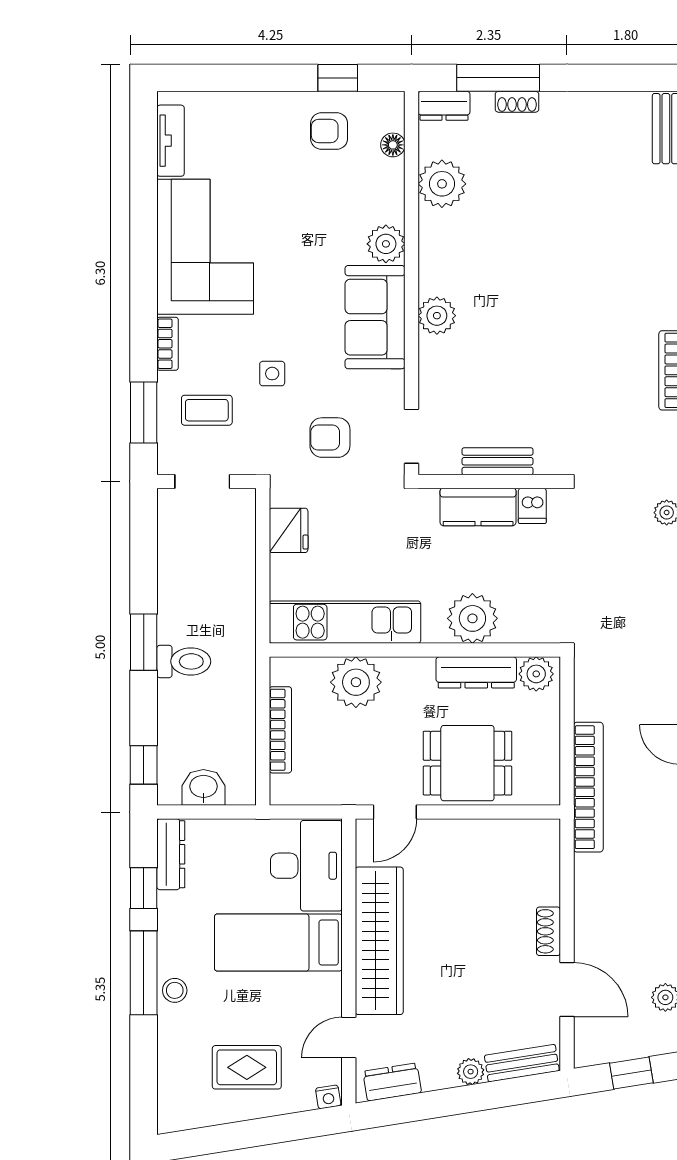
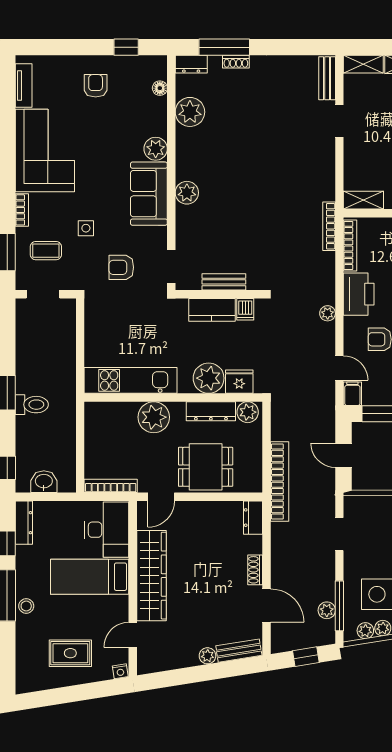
armchair: (329, 131) -> (96, 86), moved, turned 90
fridge: (289, 530) -> (239, 382), moved, turned -90
plant: (356, 682) -> (154, 417), moved
bookcase: (280, 730) -> (111, 486), moved, turned -90
dresser: (392, 1082) -> (253, 518), moved, turned -81

